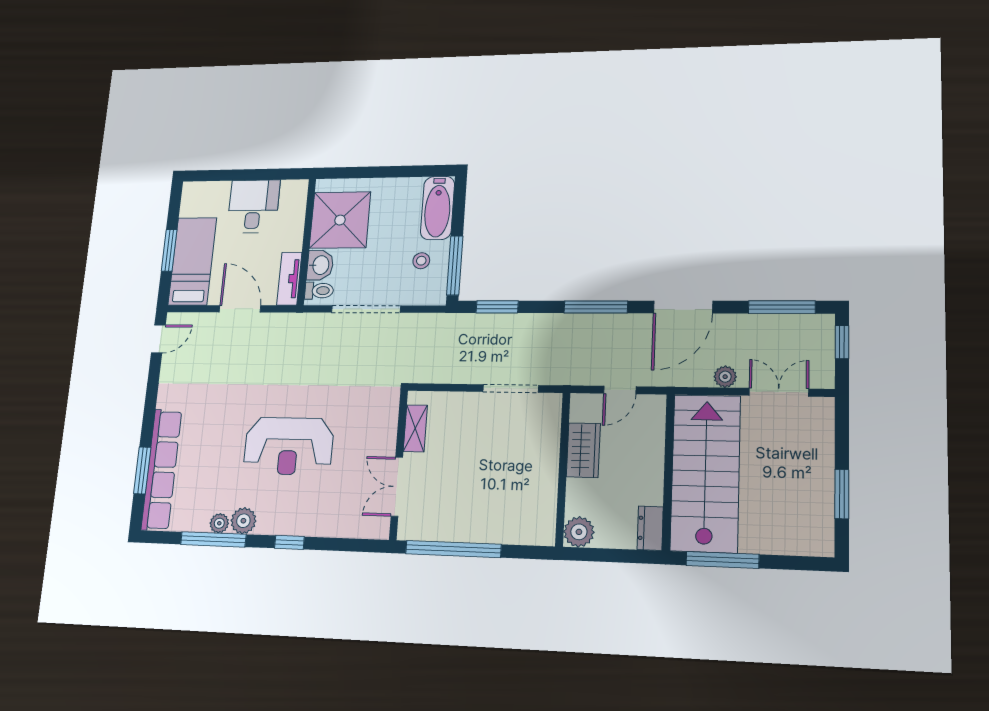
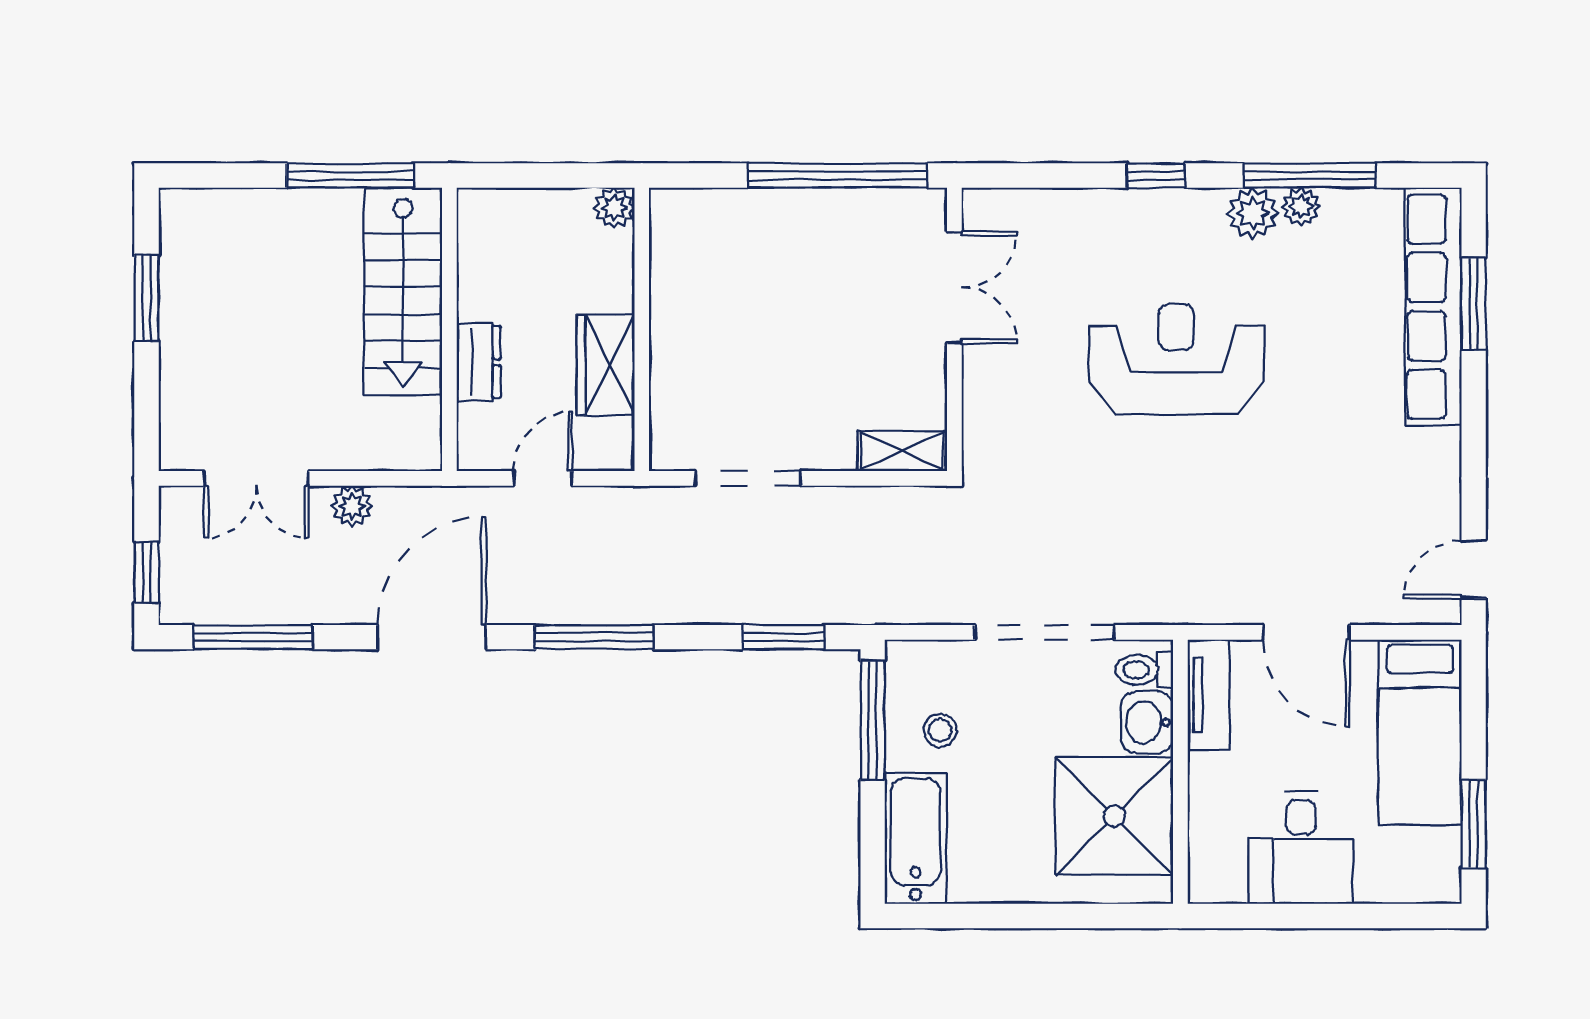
window: (169, 250) -> (1474, 824), moved
shelving: (415, 428) -> (902, 451), moved, turned 90
stairs: (705, 473) -> (403, 291), width x0.73, depth x0.66
dresser: (650, 528) -> (479, 362), moved
plant: (579, 532) -> (614, 208), width x0.73, depth x0.73

